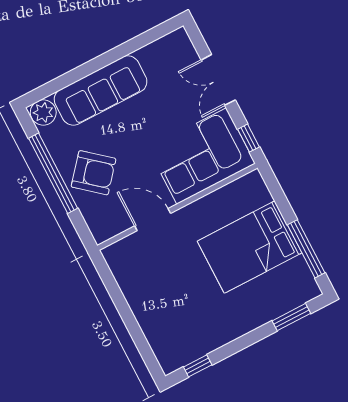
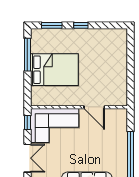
armchair: (94, 173) -> (111, 145), removed
window: (198, 366) -> (81, 25), moved

